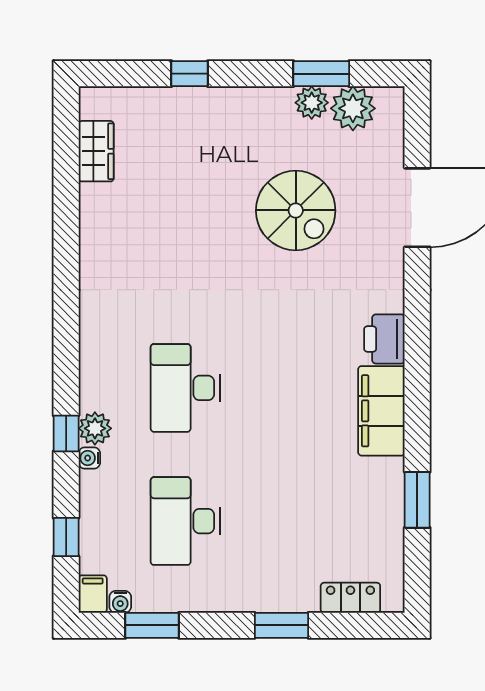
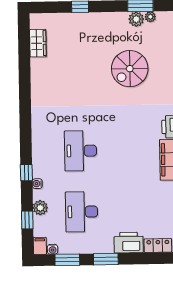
plant: (353, 108) -> (150, 17), width x0.53, depth x0.53
spiral stairs: (296, 210) -> (130, 69), turned 90
plant: (95, 428) -> (40, 208), moved
printer: (287, 590) -> (129, 243), added
window: (281, 625) -> (106, 259), moved

